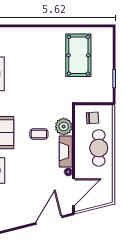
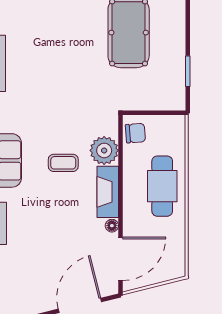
chair: (93, 118) -> (135, 133), moved

